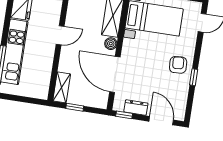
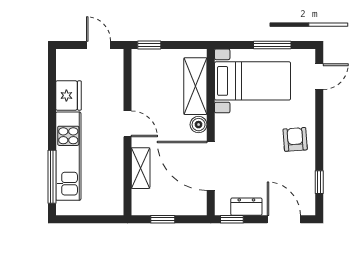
door: (60, 35) -> (127, 124), hinge flipped
window: (194, 77) -> (319, 182), moved
shelving: (62, 87) -> (141, 168), moved

